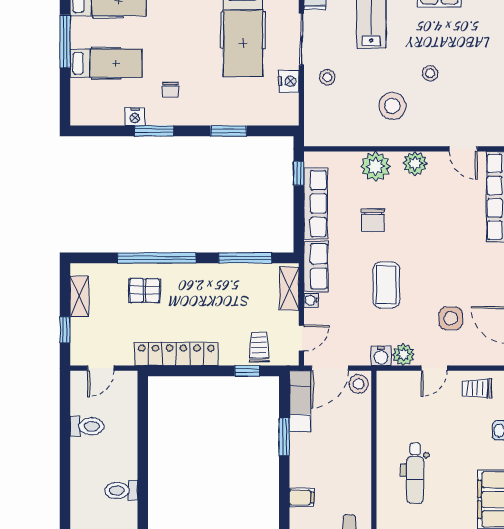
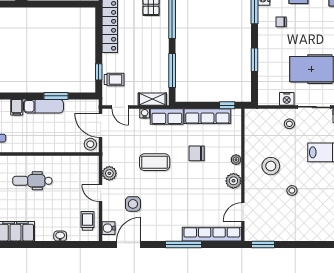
plant: (375, 166) -> (236, 160), width x0.53, depth x0.53
water cooler: (381, 356) -> (109, 228), moved
exam couch: (300, 401) -> (43, 106), moved

